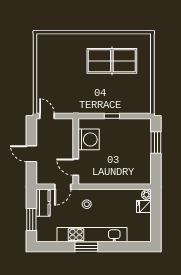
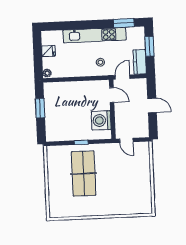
table tennis table: (112, 61) -> (84, 174), moved, turned 90
door: (47, 116) -> (126, 140), moved
window: (156, 143) -> (40, 108), moved
fridge: (144, 207) -> (48, 51), moved
window: (86, 247) -> (124, 23), moved

